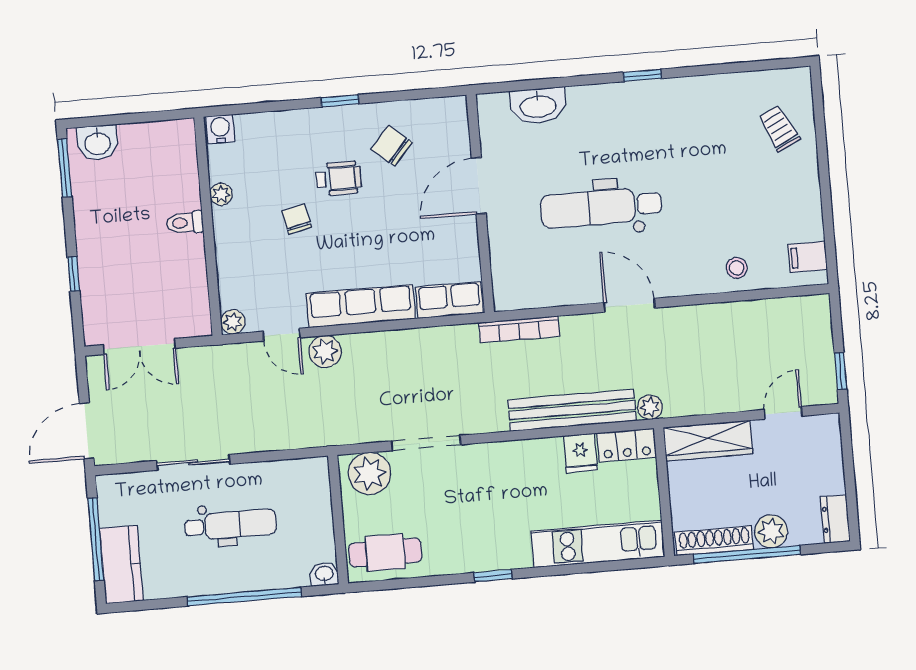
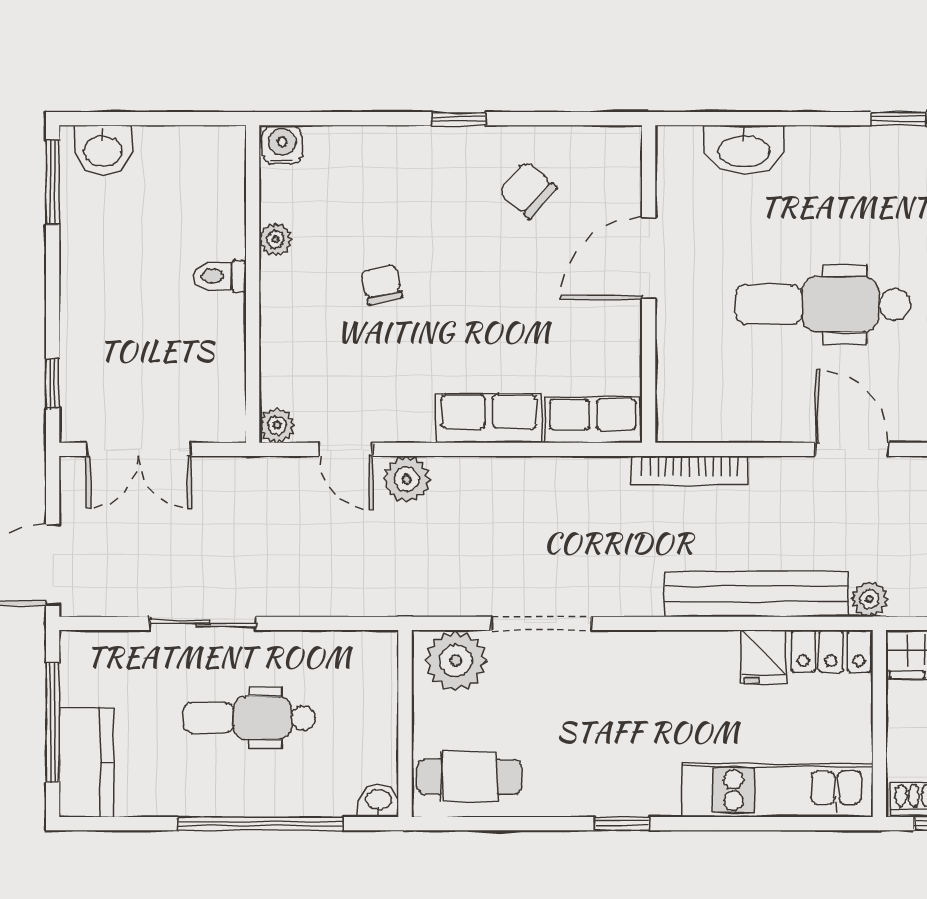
wheelchair: (339, 178) -> (447, 231), removed
window: (74, 274) -> (53, 383), moved
row of seats: (361, 306) -> (489, 418), width x0.68
dental chair: (231, 525) -> (249, 718), turned 180

